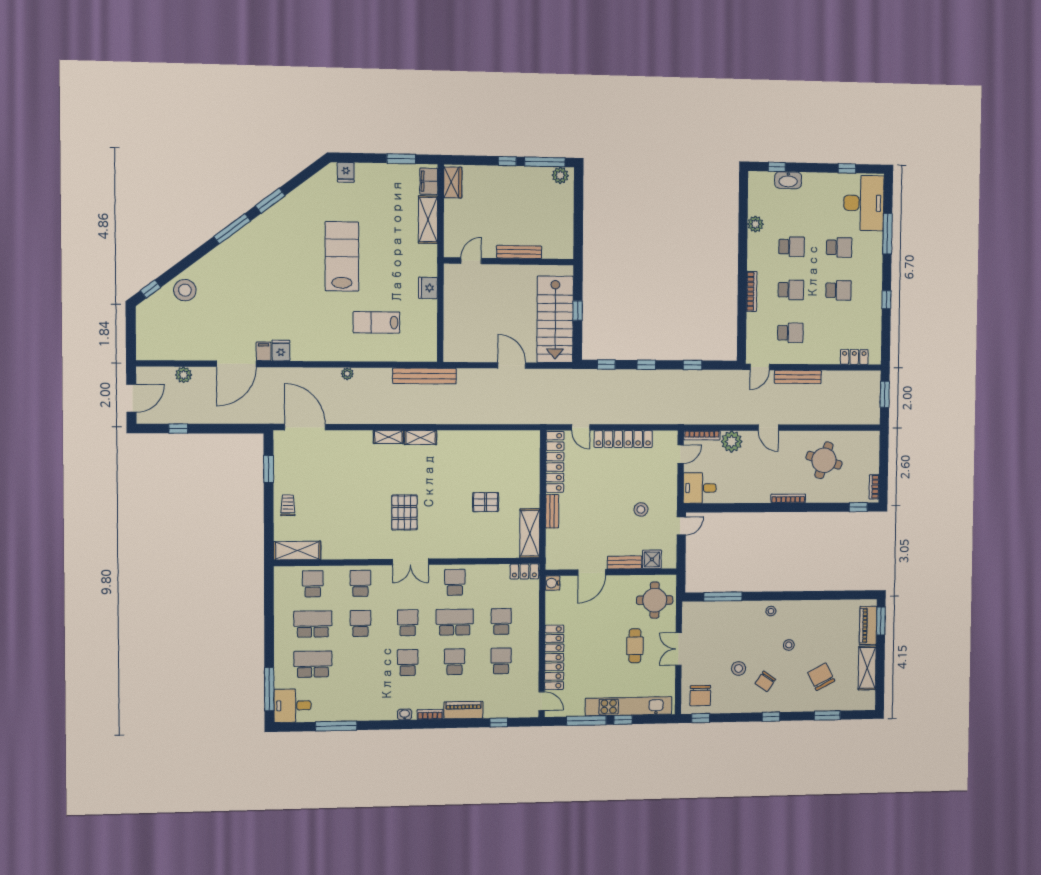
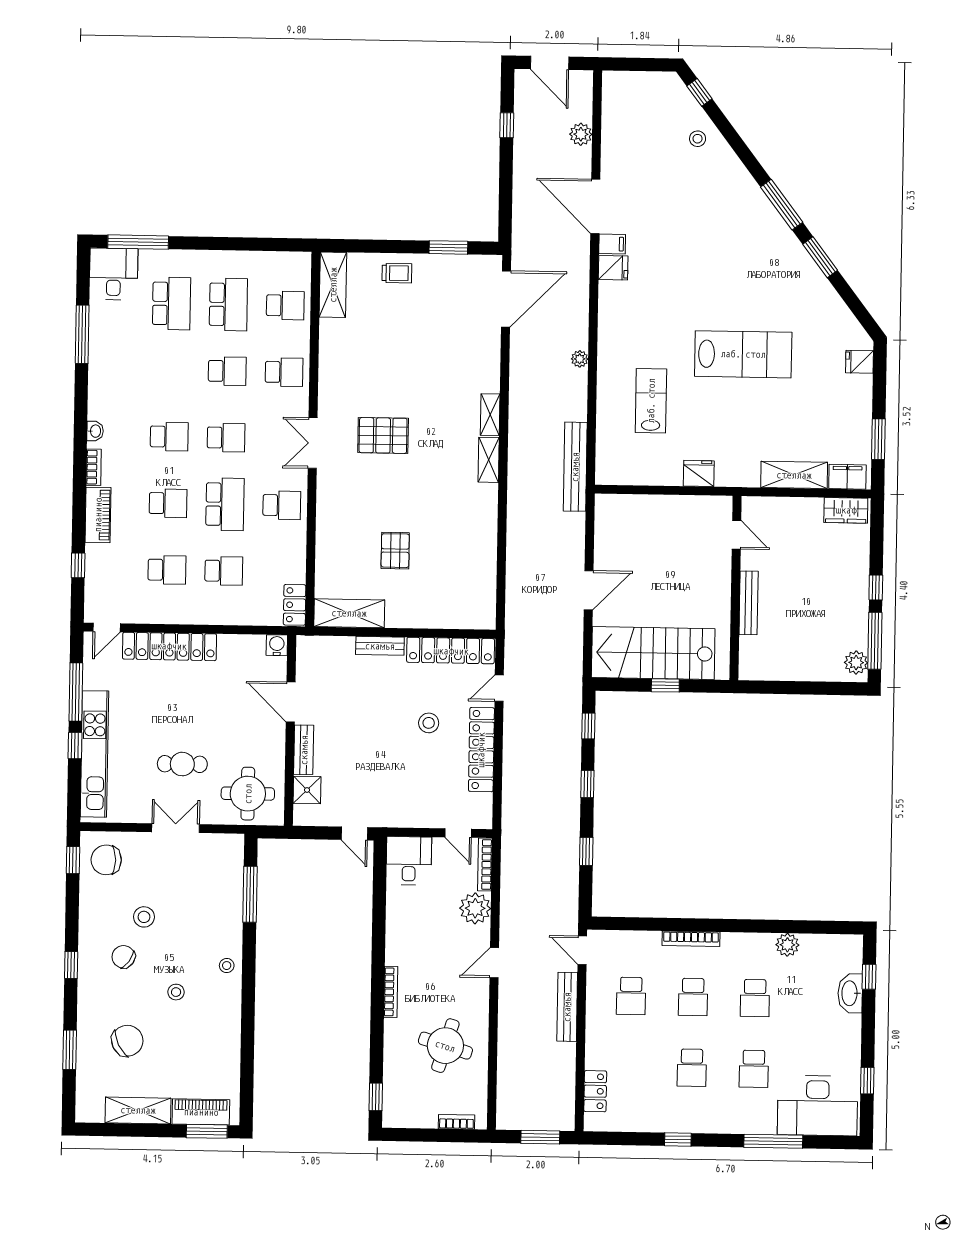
stool: (185, 290) -> (698, 139), width x0.53, depth x0.53
bookcase: (874, 487) -> (456, 1122), moved
stool: (641, 509) -> (429, 723), moved

